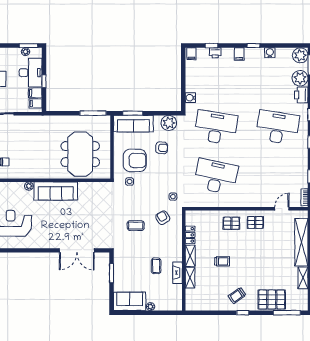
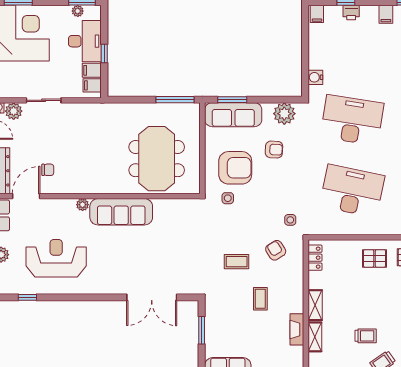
locker: (190, 235) -> (315, 258), moved
trolley: (222, 261) -> (366, 336), moved
coffee table: (156, 266) -> (260, 299), moved

